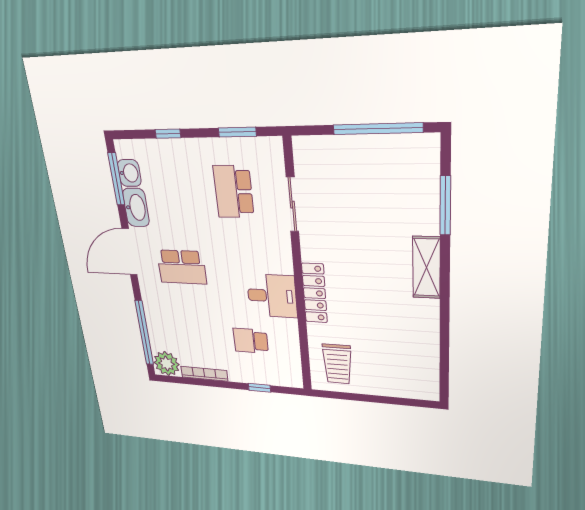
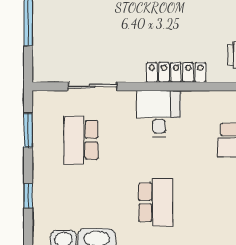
school desk: (234, 192) -> (81, 140), turned 90
desk: (272, 296) -> (159, 114), moved

